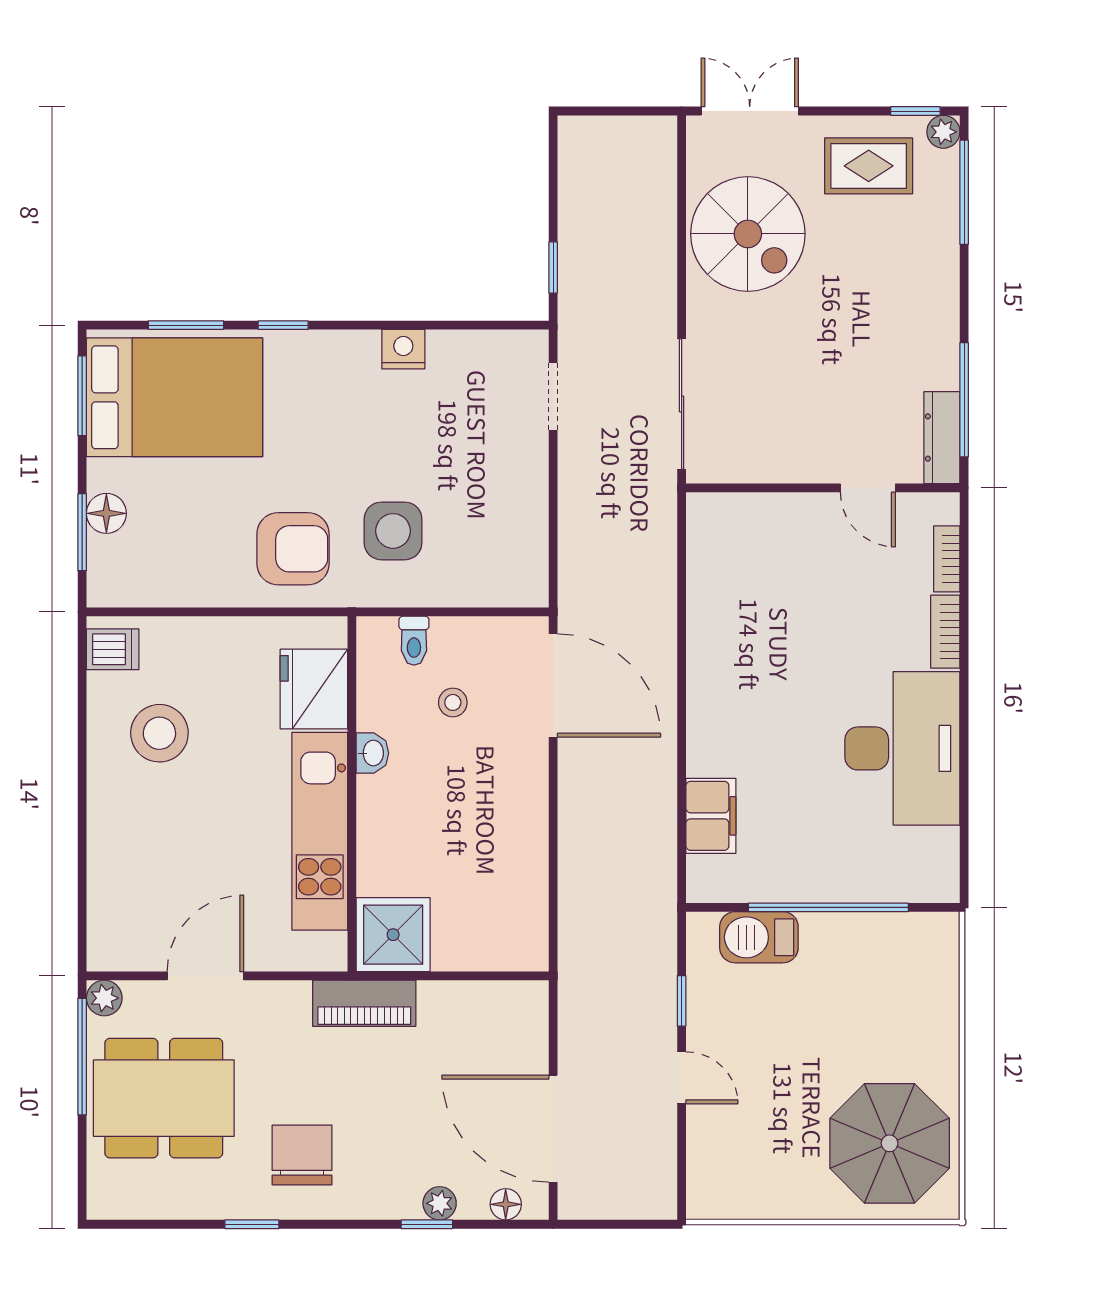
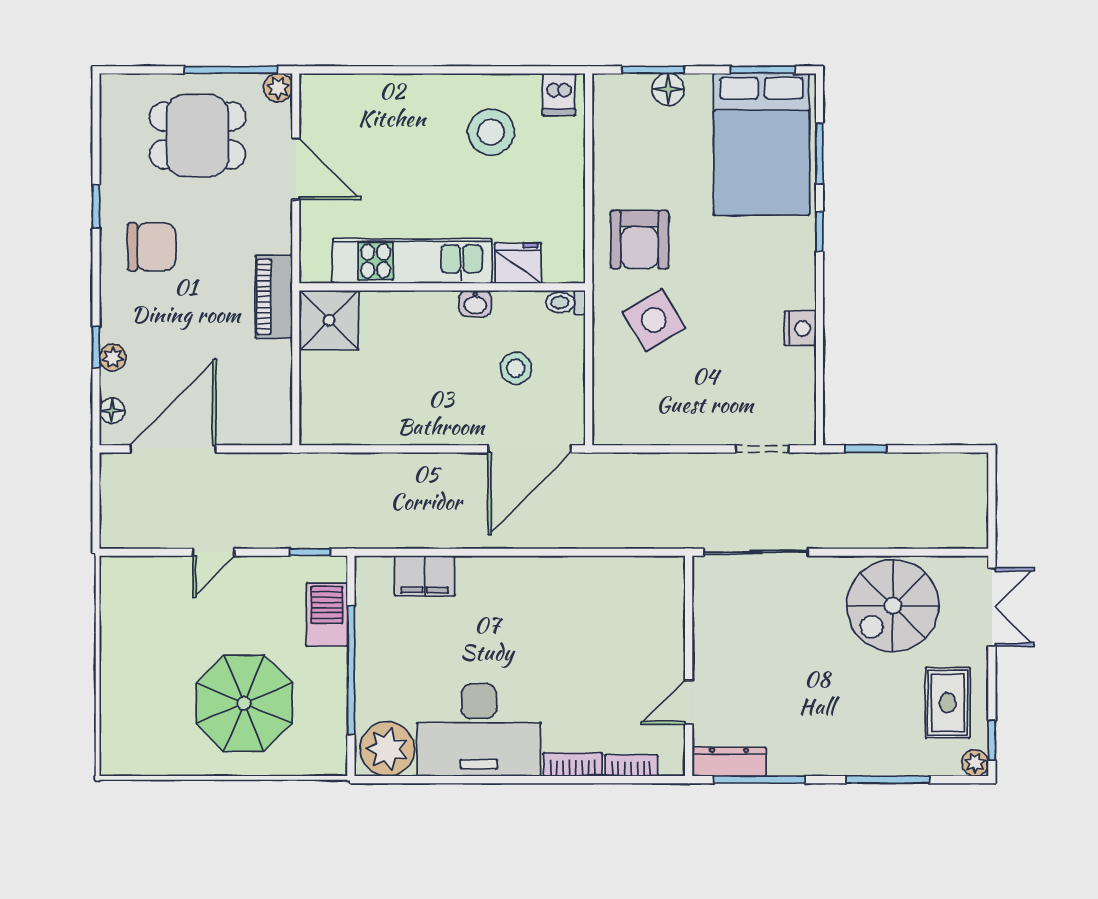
window: (964, 192) -> (888, 780), moved
side table: (393, 531) -> (654, 320), turned -31
toilet: (414, 641) -> (566, 302), moved
fridge: (314, 689) -> (518, 263), width x0.73, depth x0.75
stool: (453, 702) -> (516, 368), width x1.37, depth x1.37
plant: (926, 862) -> (387, 749), added
window: (682, 1001) -> (310, 552), moved
dining table: (164, 1098) -> (197, 136), width x0.73
parasol: (890, 1143) -> (244, 703), moved

